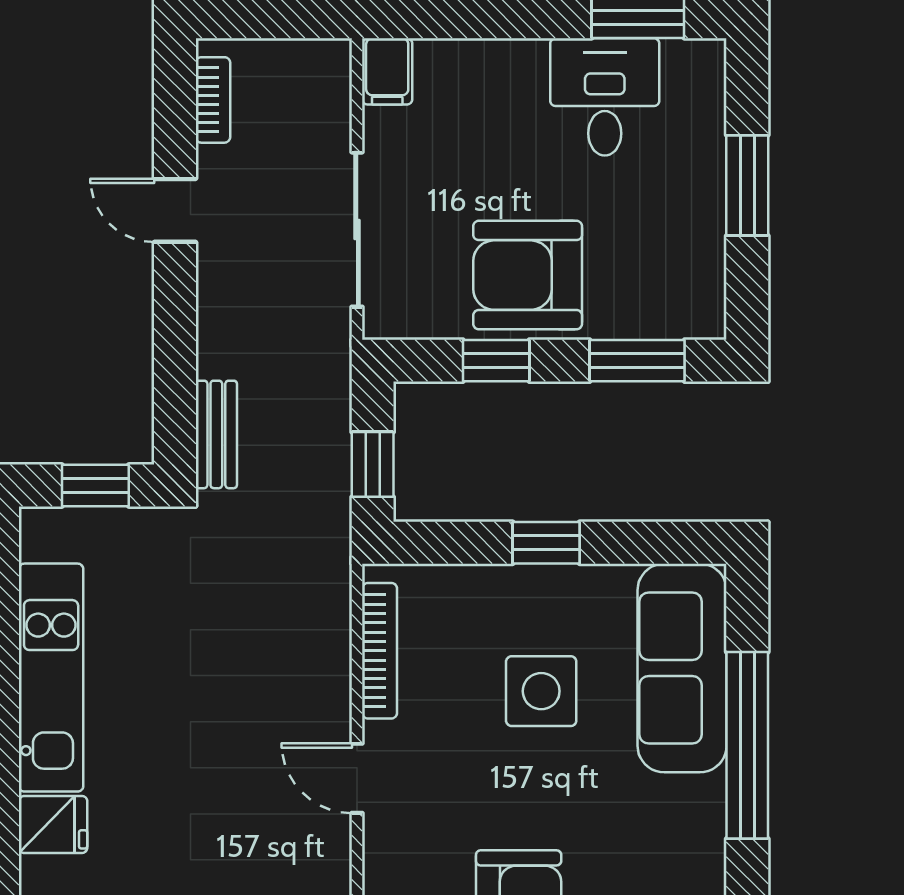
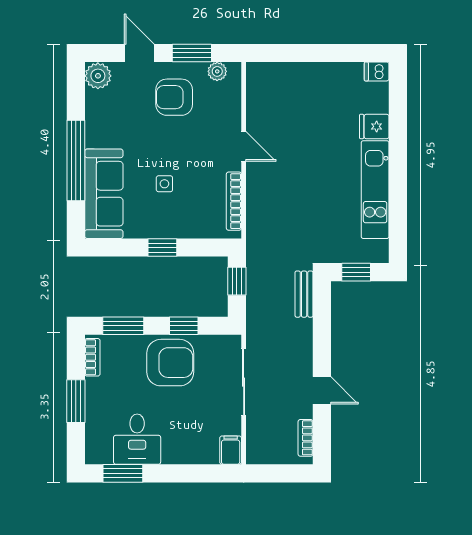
bookcase: (709, 287) -> (92, 357), added
side table: (541, 691) -> (164, 184), width x0.54, depth x0.54

